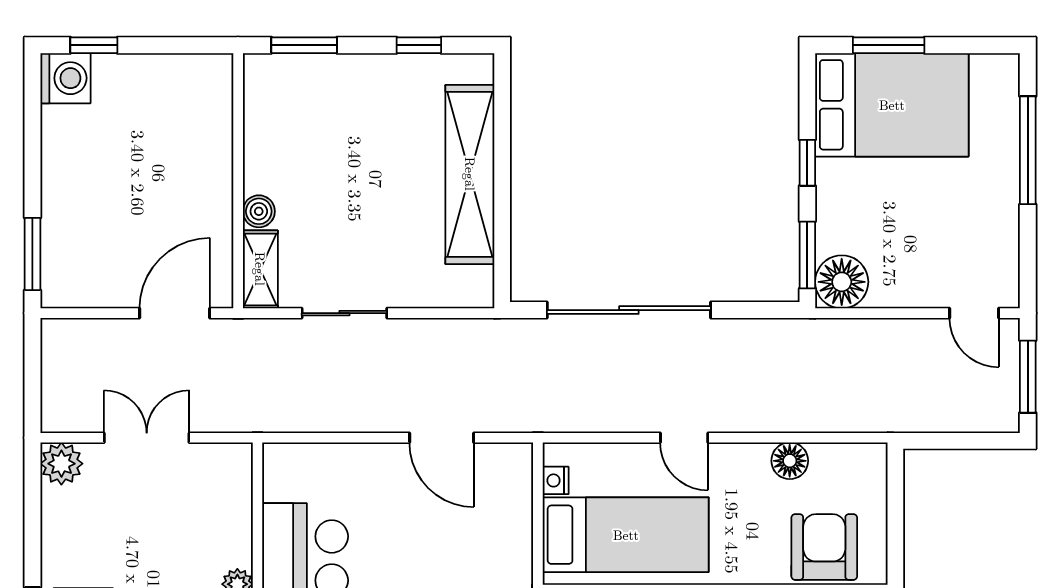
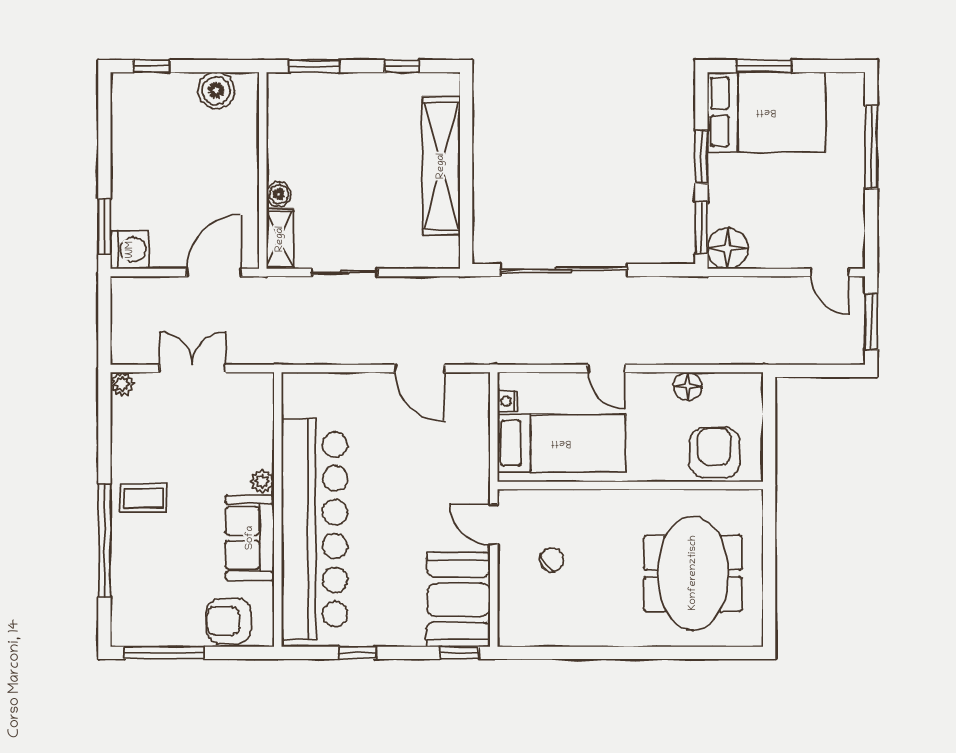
boiler: (178, 77) -> (216, 90), added
washing machine: (65, 78) -> (130, 250), moved
window: (807, 163) -> (701, 157), width x1.50
plant: (61, 464) -> (122, 384), width x0.73, depth x0.73

